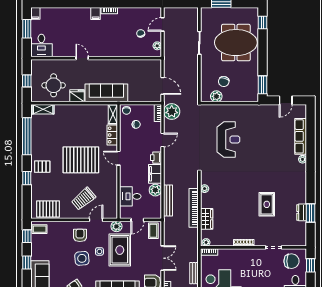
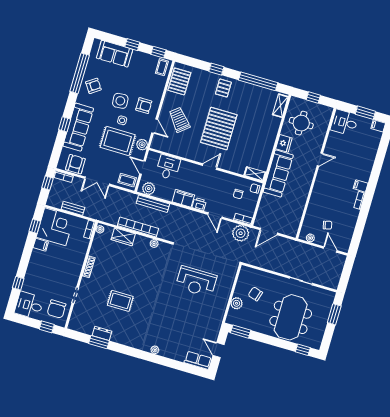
plant: (216, 96) -> (237, 303), moved
locker: (112, 135) -> (235, 167), removed
row of seats: (301, 136) -> (198, 360), moved, width x0.68
plant: (155, 190) -> (149, 189), moved

